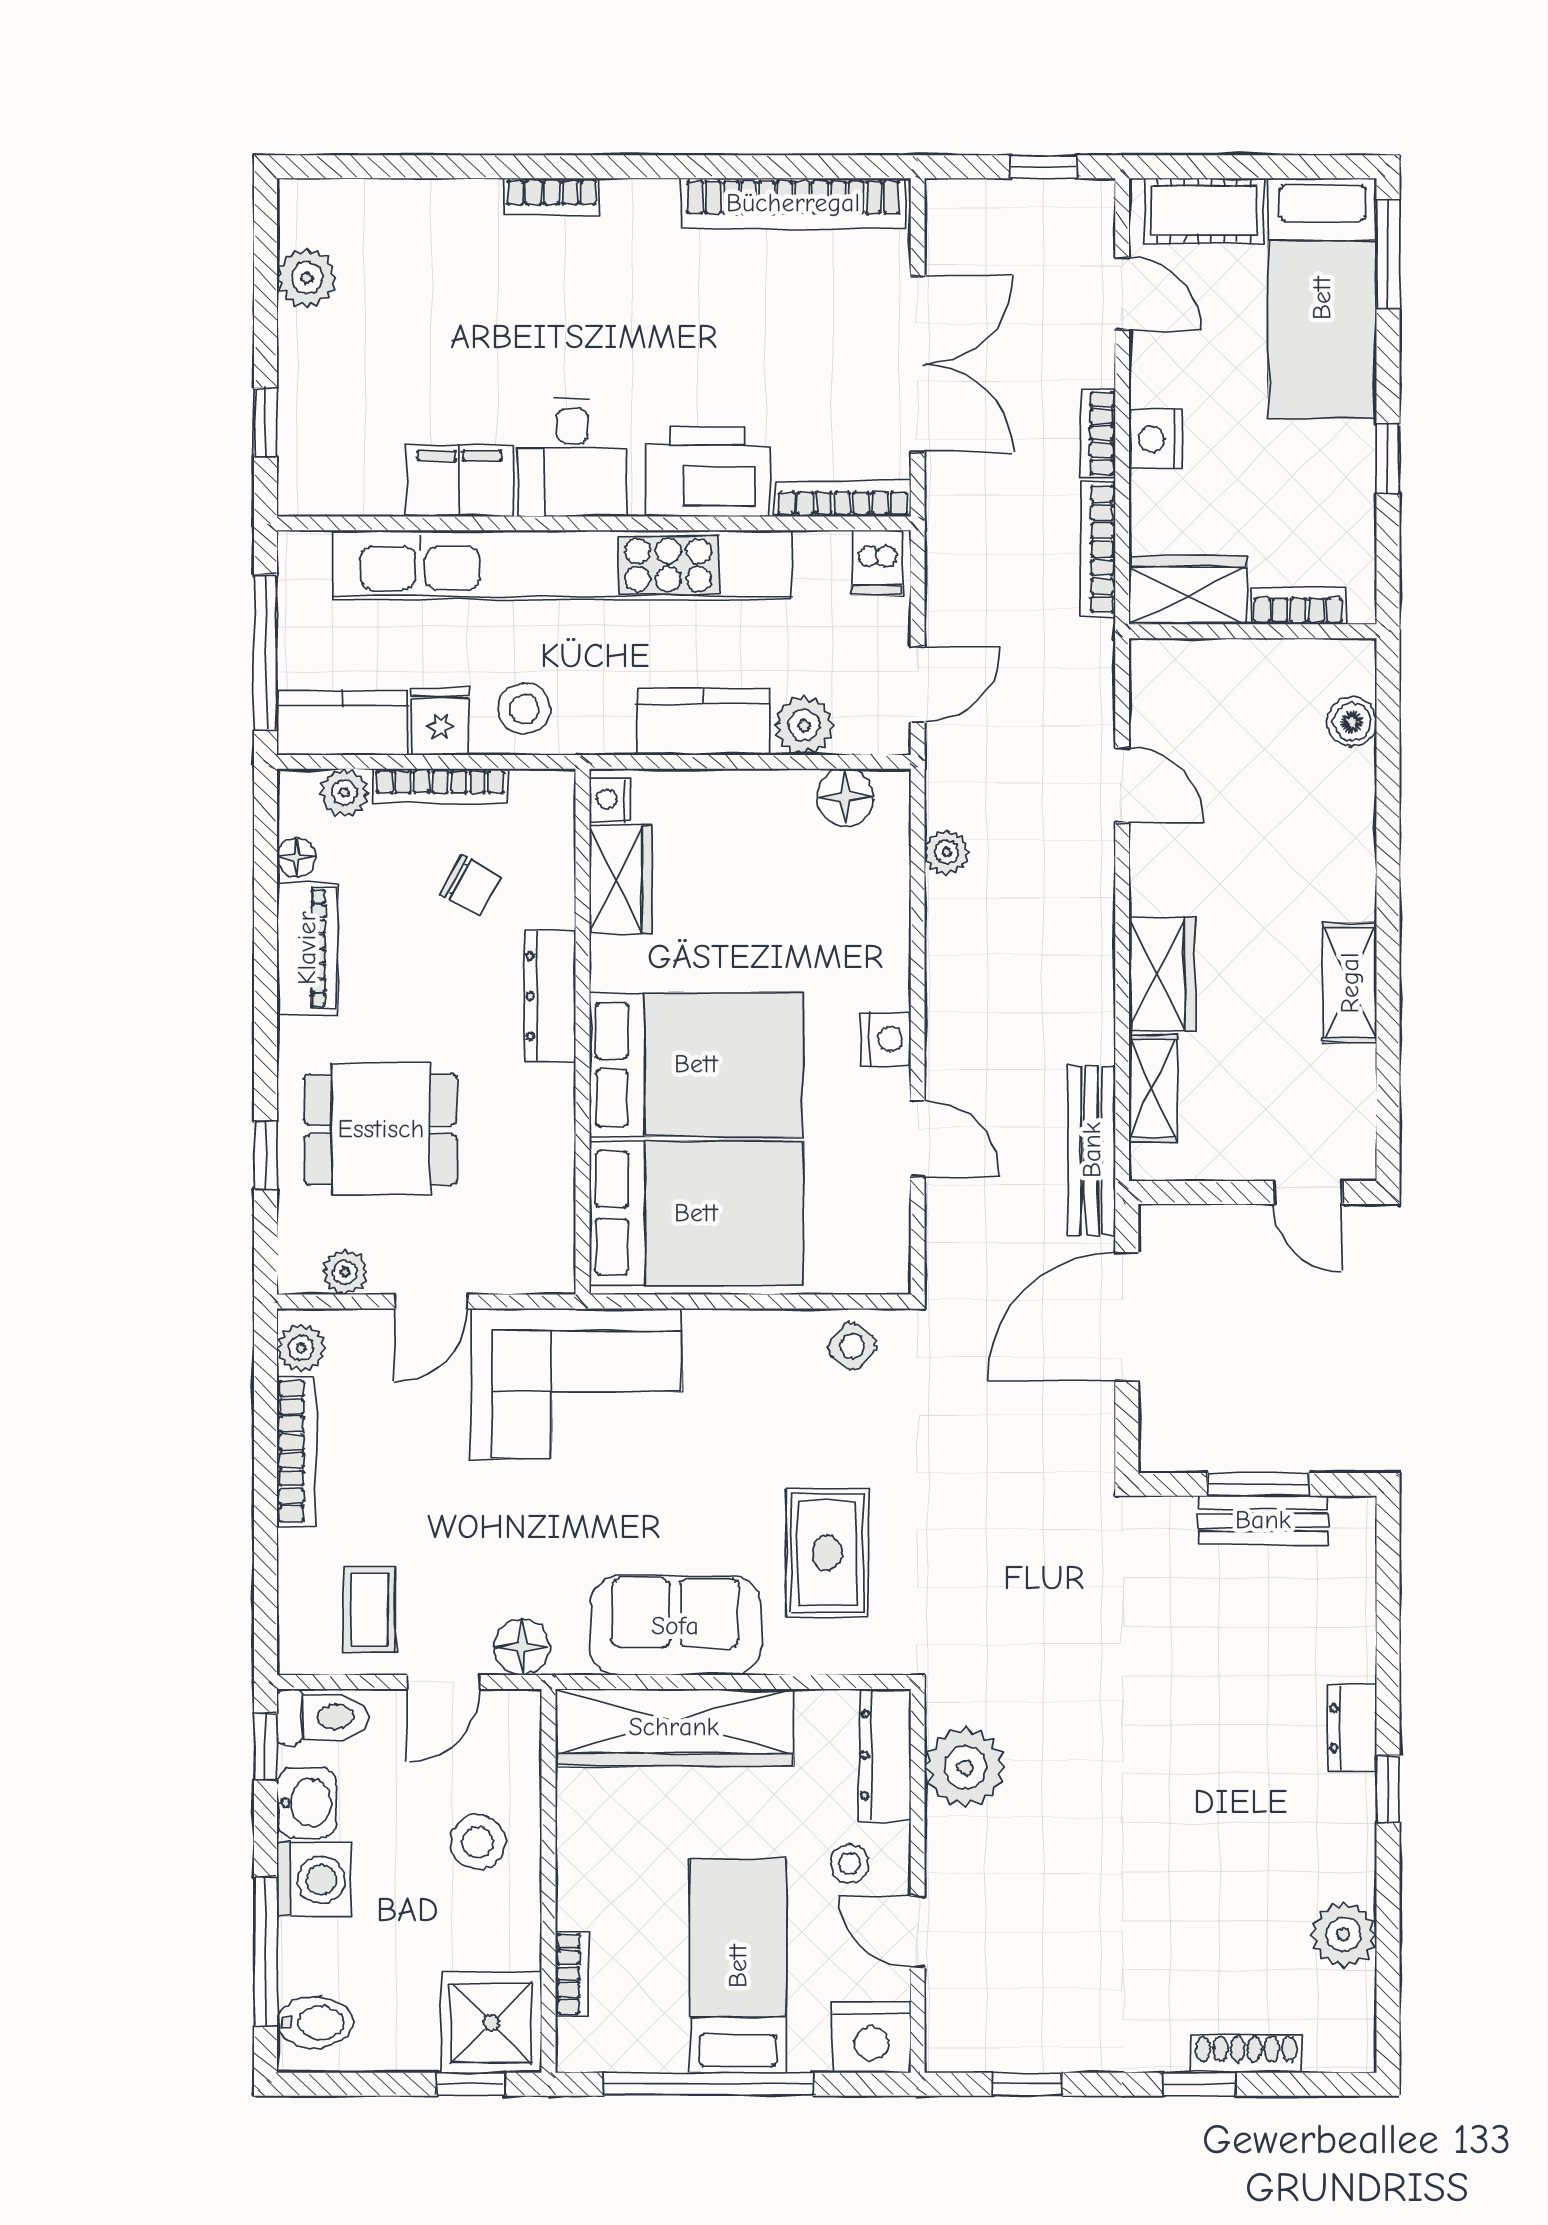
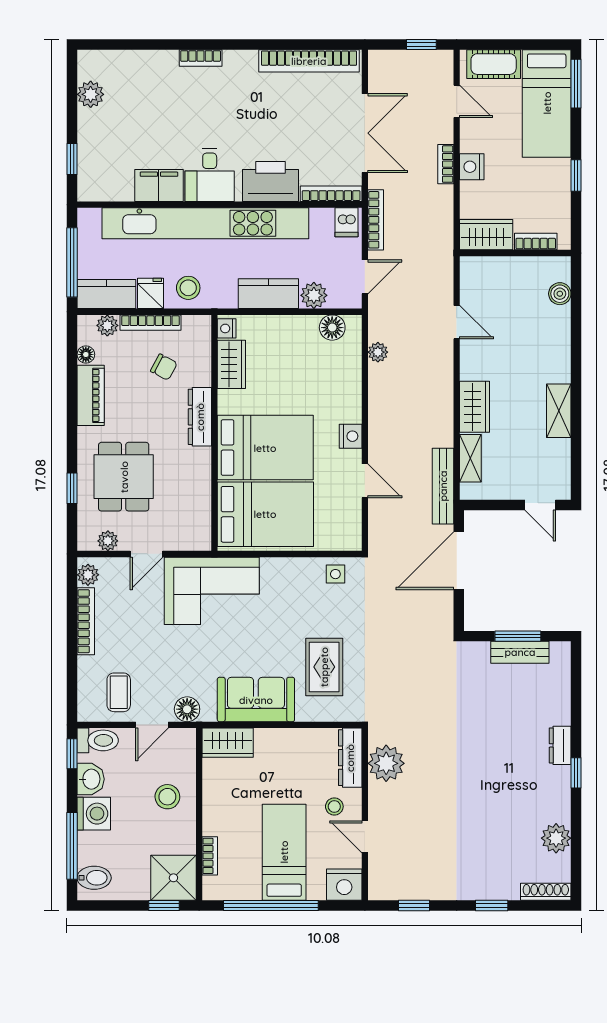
bookcase: (1098, 549) -> (376, 220), moved, turned 180
dining table: (381, 1129) -> (124, 477), turned 90
side table: (852, 1346) -> (335, 574), turned -38
wardrobe: (674, 1727) -> (228, 743), width x0.48, depth x0.85
shoe rack: (1246, 2054) -> (546, 892), moved

